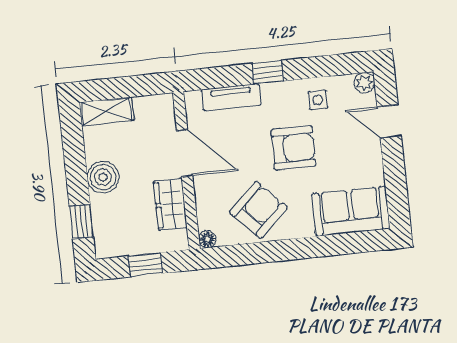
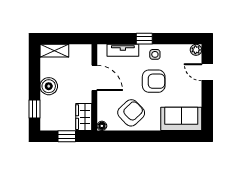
side table: (318, 100) -> (155, 54), moved
wardrobe: (170, 204) -> (84, 117), moved

